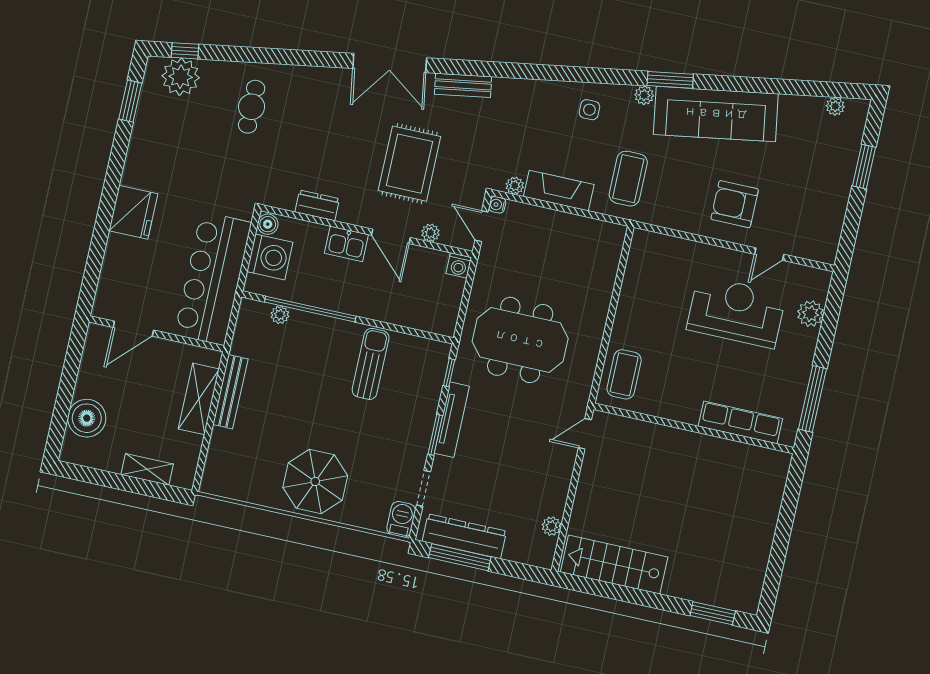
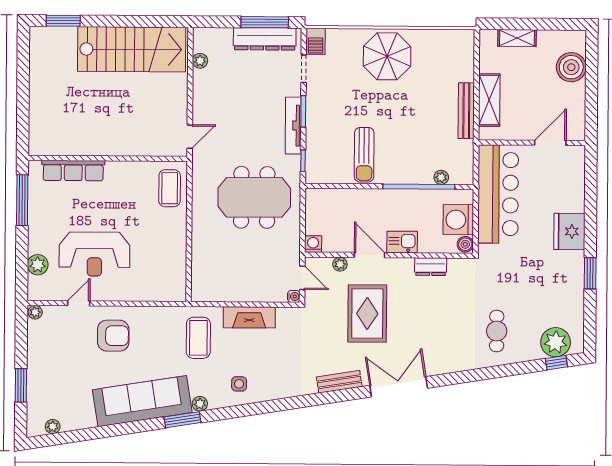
window: (130, 101) -> (590, 273), moved
plant: (515, 186) -> (35, 312), moved
stairs: (614, 564) -> (132, 49), width x1.36, depth x1.51

